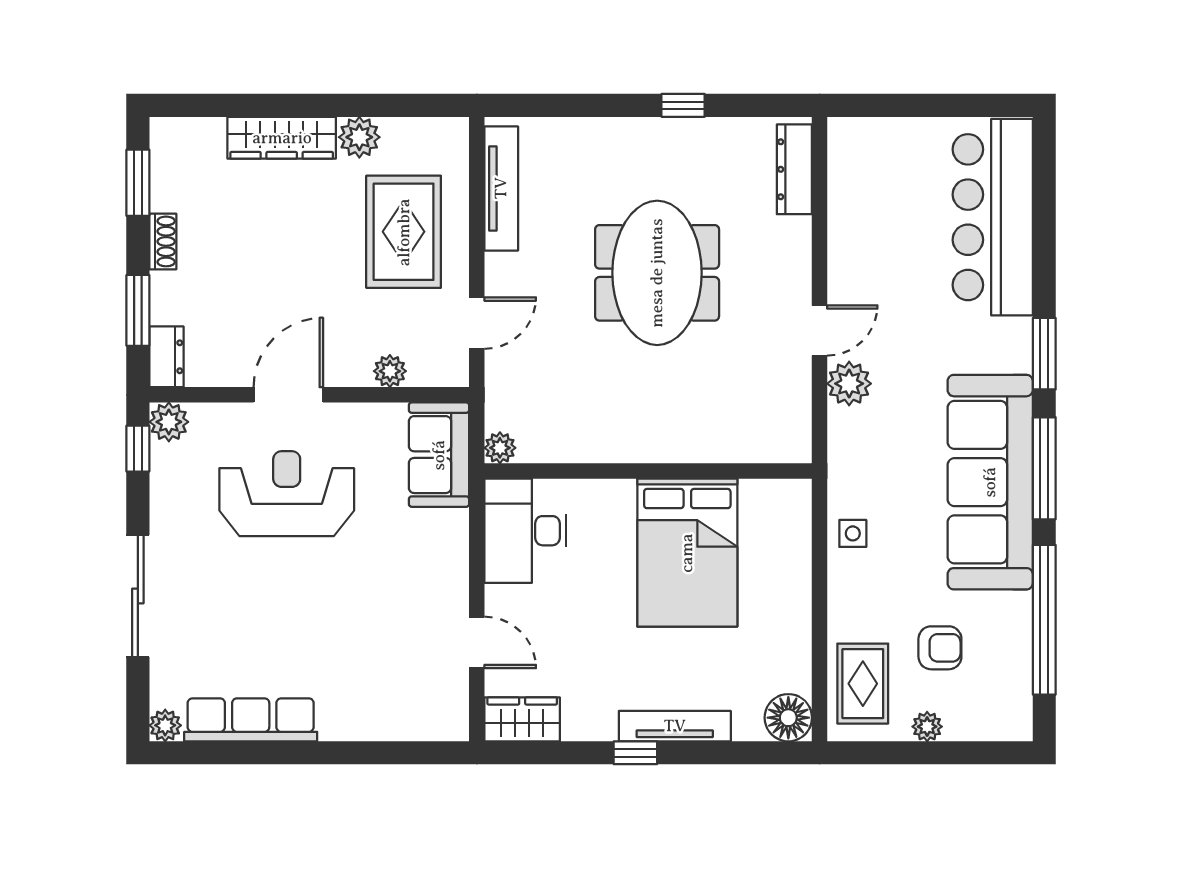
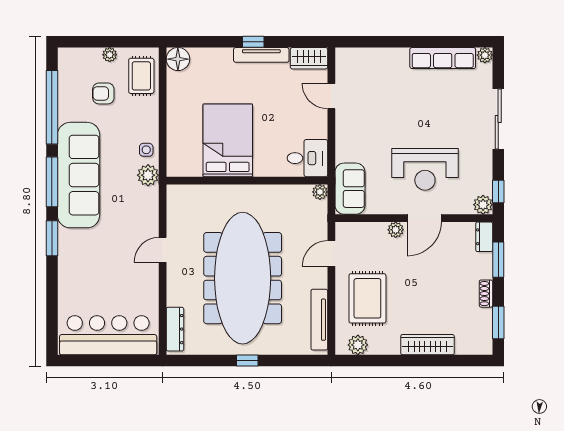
window: (683, 105) -> (247, 361), moved
plant: (359, 137) -> (358, 345), moved
bar counter: (993, 217) -> (108, 335), moved, turned -90
meeting table: (657, 273) -> (243, 278), width x1.86, depth x1.27
plant: (390, 371) -> (396, 230), moved
plant: (849, 384) -> (148, 175), moved
desk: (525, 531) -> (307, 158), width x0.73
tv unit: (675, 726) -> (261, 55), moved

